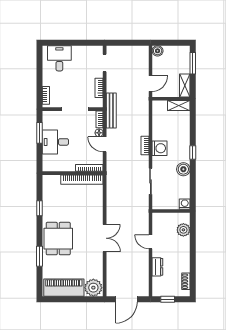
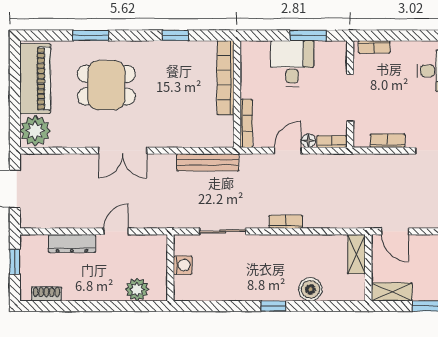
shelving: (179, 106) -> (356, 254), moved
bench: (111, 111) -> (208, 162), moved
washing machine: (160, 148) -> (281, 247), removed
boiler: (183, 169) -> (310, 289), moved
bookcase: (82, 180) -> (226, 78), moved
washing machine: (185, 204) -> (183, 265), moved
dining table: (58, 239) -> (106, 85), moved
dresser: (157, 267) -> (72, 244), width x1.44

